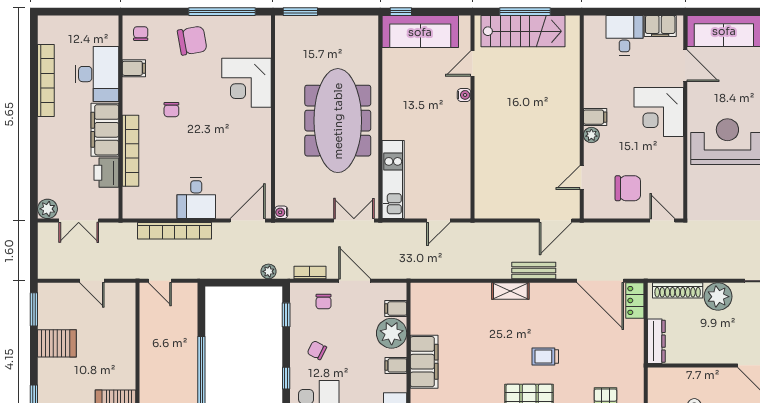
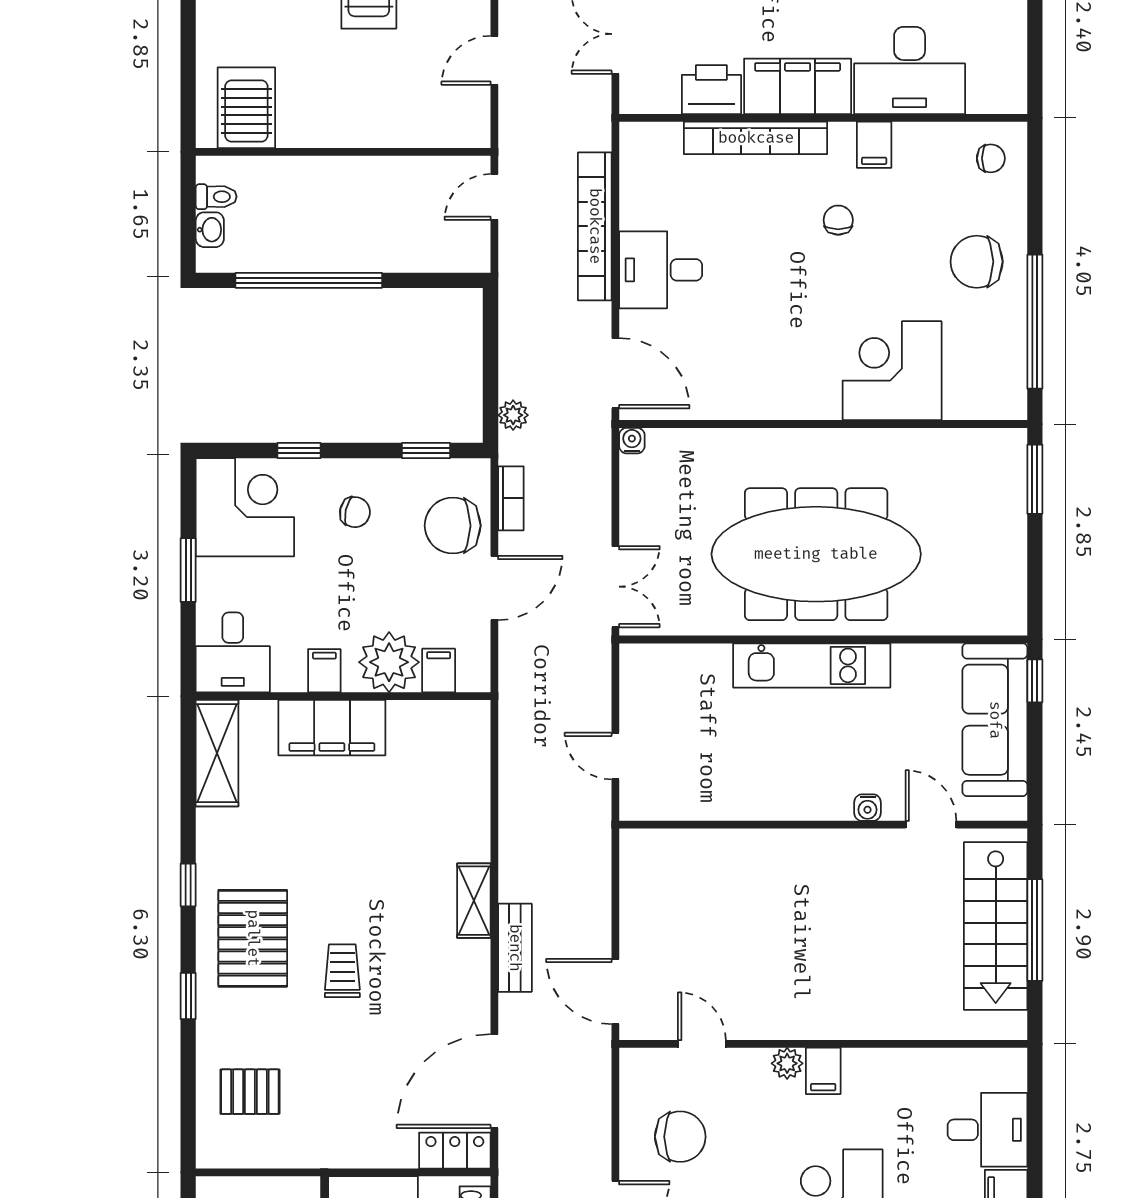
chair: (192, 41) -> (977, 262), turned 100
filing cabinet: (134, 68) -> (874, 145), moved
chair: (171, 110) -> (838, 220), turned 90
kitchen unit: (393, 179) -> (812, 665), moved
chair: (628, 188) -> (680, 1137), turned -90
chair: (324, 302) -> (453, 526), width x1.87, depth x1.87
chair: (317, 350) -> (355, 512), turned 75

